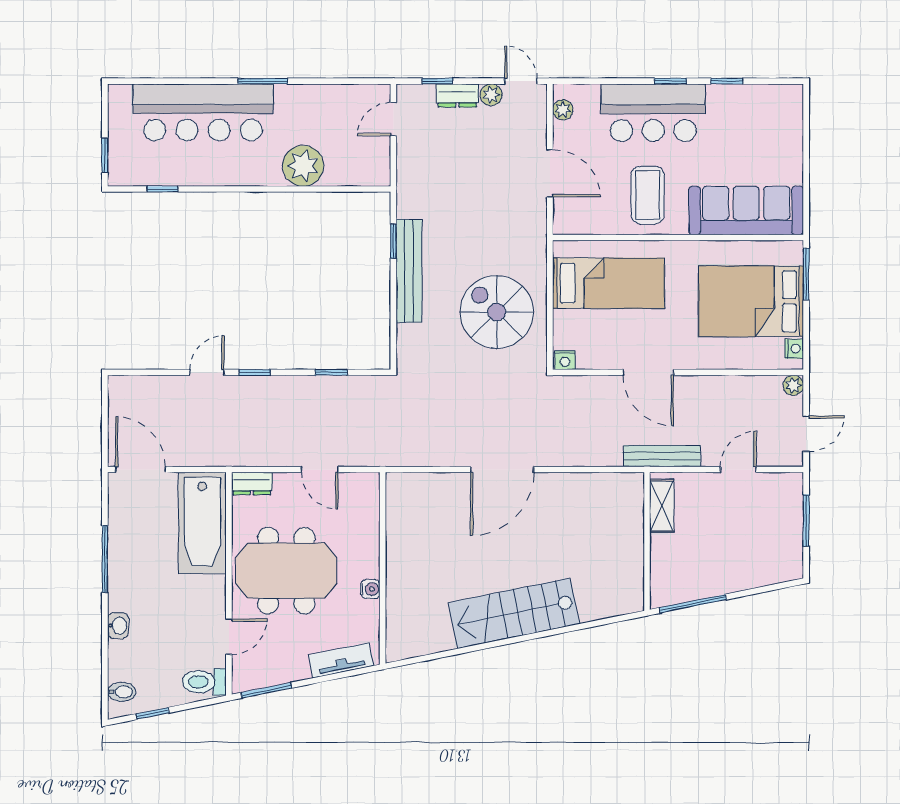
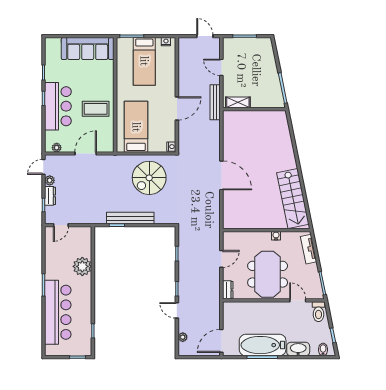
door: (393, 119) -> (61, 225), hinge flipped
sofa: (746, 211) -> (88, 49), moved, turned -90
bed: (751, 301) -> (144, 61), width x0.67
plant: (793, 385) -> (183, 337), moved
bathtub: (202, 523) -> (263, 345), moved, turned 180
stairs: (514, 613) -> (293, 199), moved
washbasin: (118, 626) -> (298, 349), width x1.91, depth x1.45

